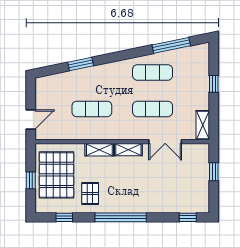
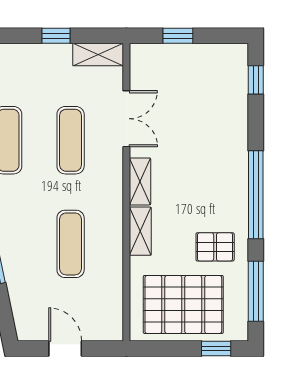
window: (214, 84) -> (56, 36), moved
door: (31, 120) -> (65, 348), moved
window: (31, 180) -> (216, 348), moved
window: (64, 217) -> (256, 291), width x2.17

